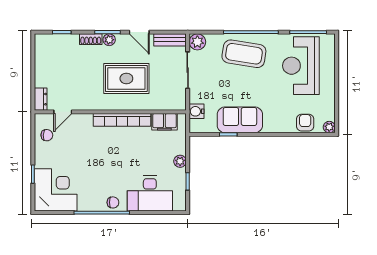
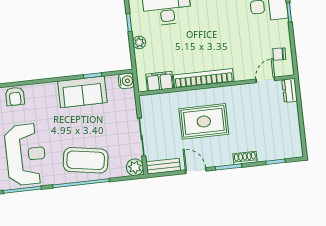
plant: (109, 40) -> (226, 159), removed
water cooler: (197, 111) -> (126, 81), moved

